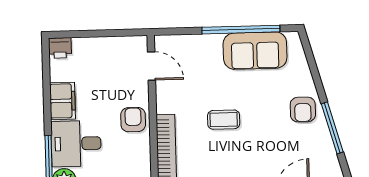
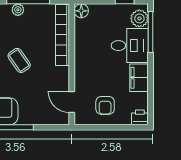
armchair: (133, 120) -> (105, 105), moved
coffee table: (224, 120) -> (19, 60), turned 55

